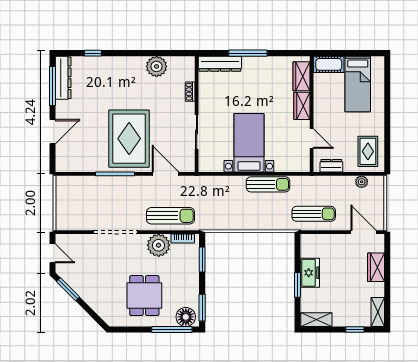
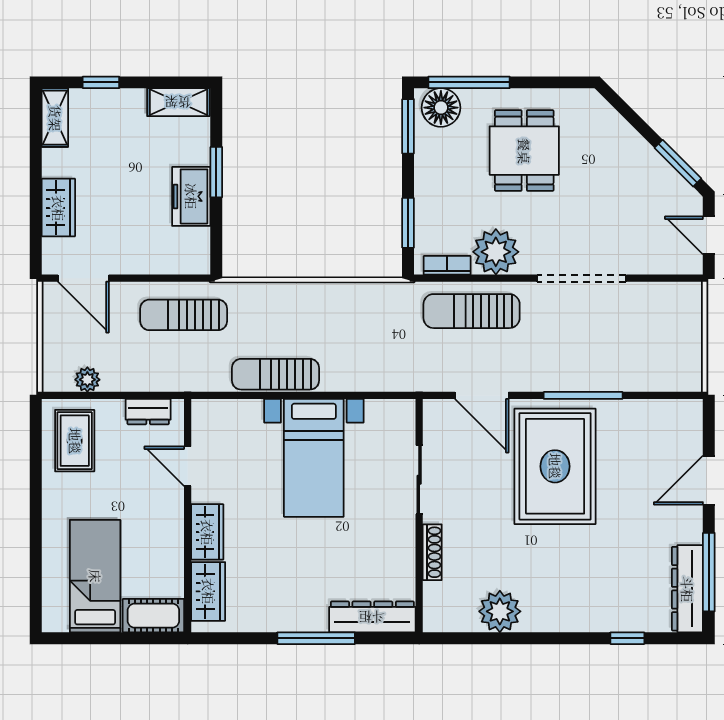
shoe rack: (190, 92) -> (432, 552), width x1.43

